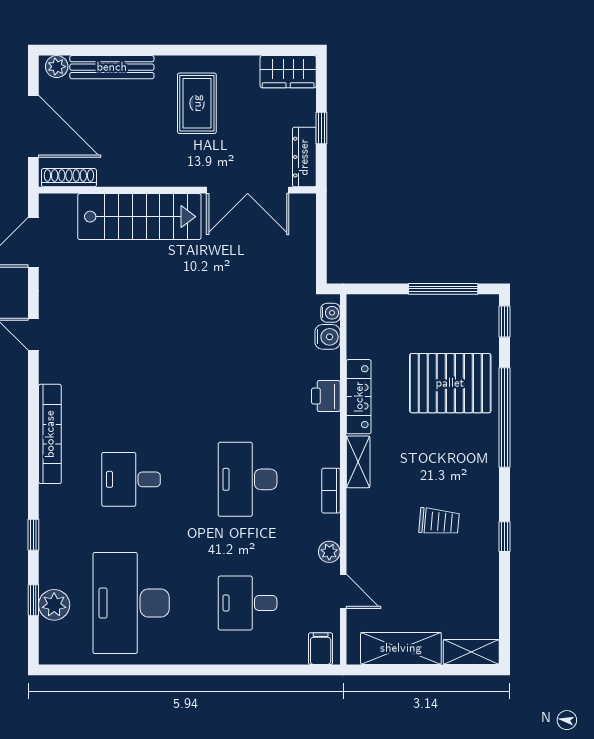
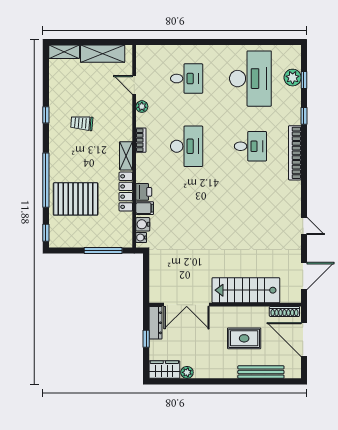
plant: (57, 67) -> (187, 372), moved
rug: (197, 103) -> (244, 338), moved, turned 90
double door: (248, 190) -> (187, 305), swing flipped
window: (443, 289) -> (103, 251), moved
bookcase: (50, 434) -> (295, 153), moved
filing cabinet: (321, 649) -> (145, 208), moved, turned -90

